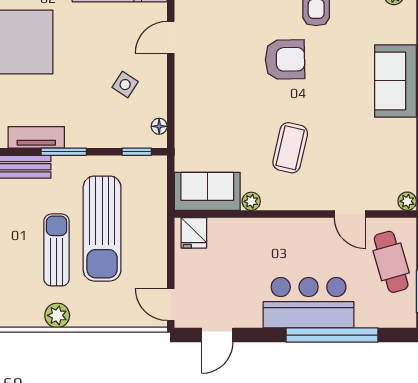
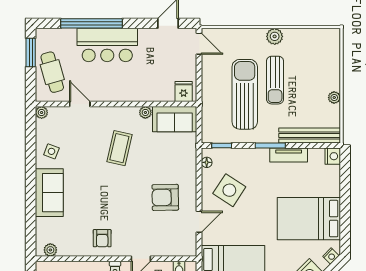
armchair: (285, 59) -> (165, 197), moved
side table: (125, 85) -> (229, 190), width x1.87, depth x1.87
side table: (392, 143) -> (51, 151), added

